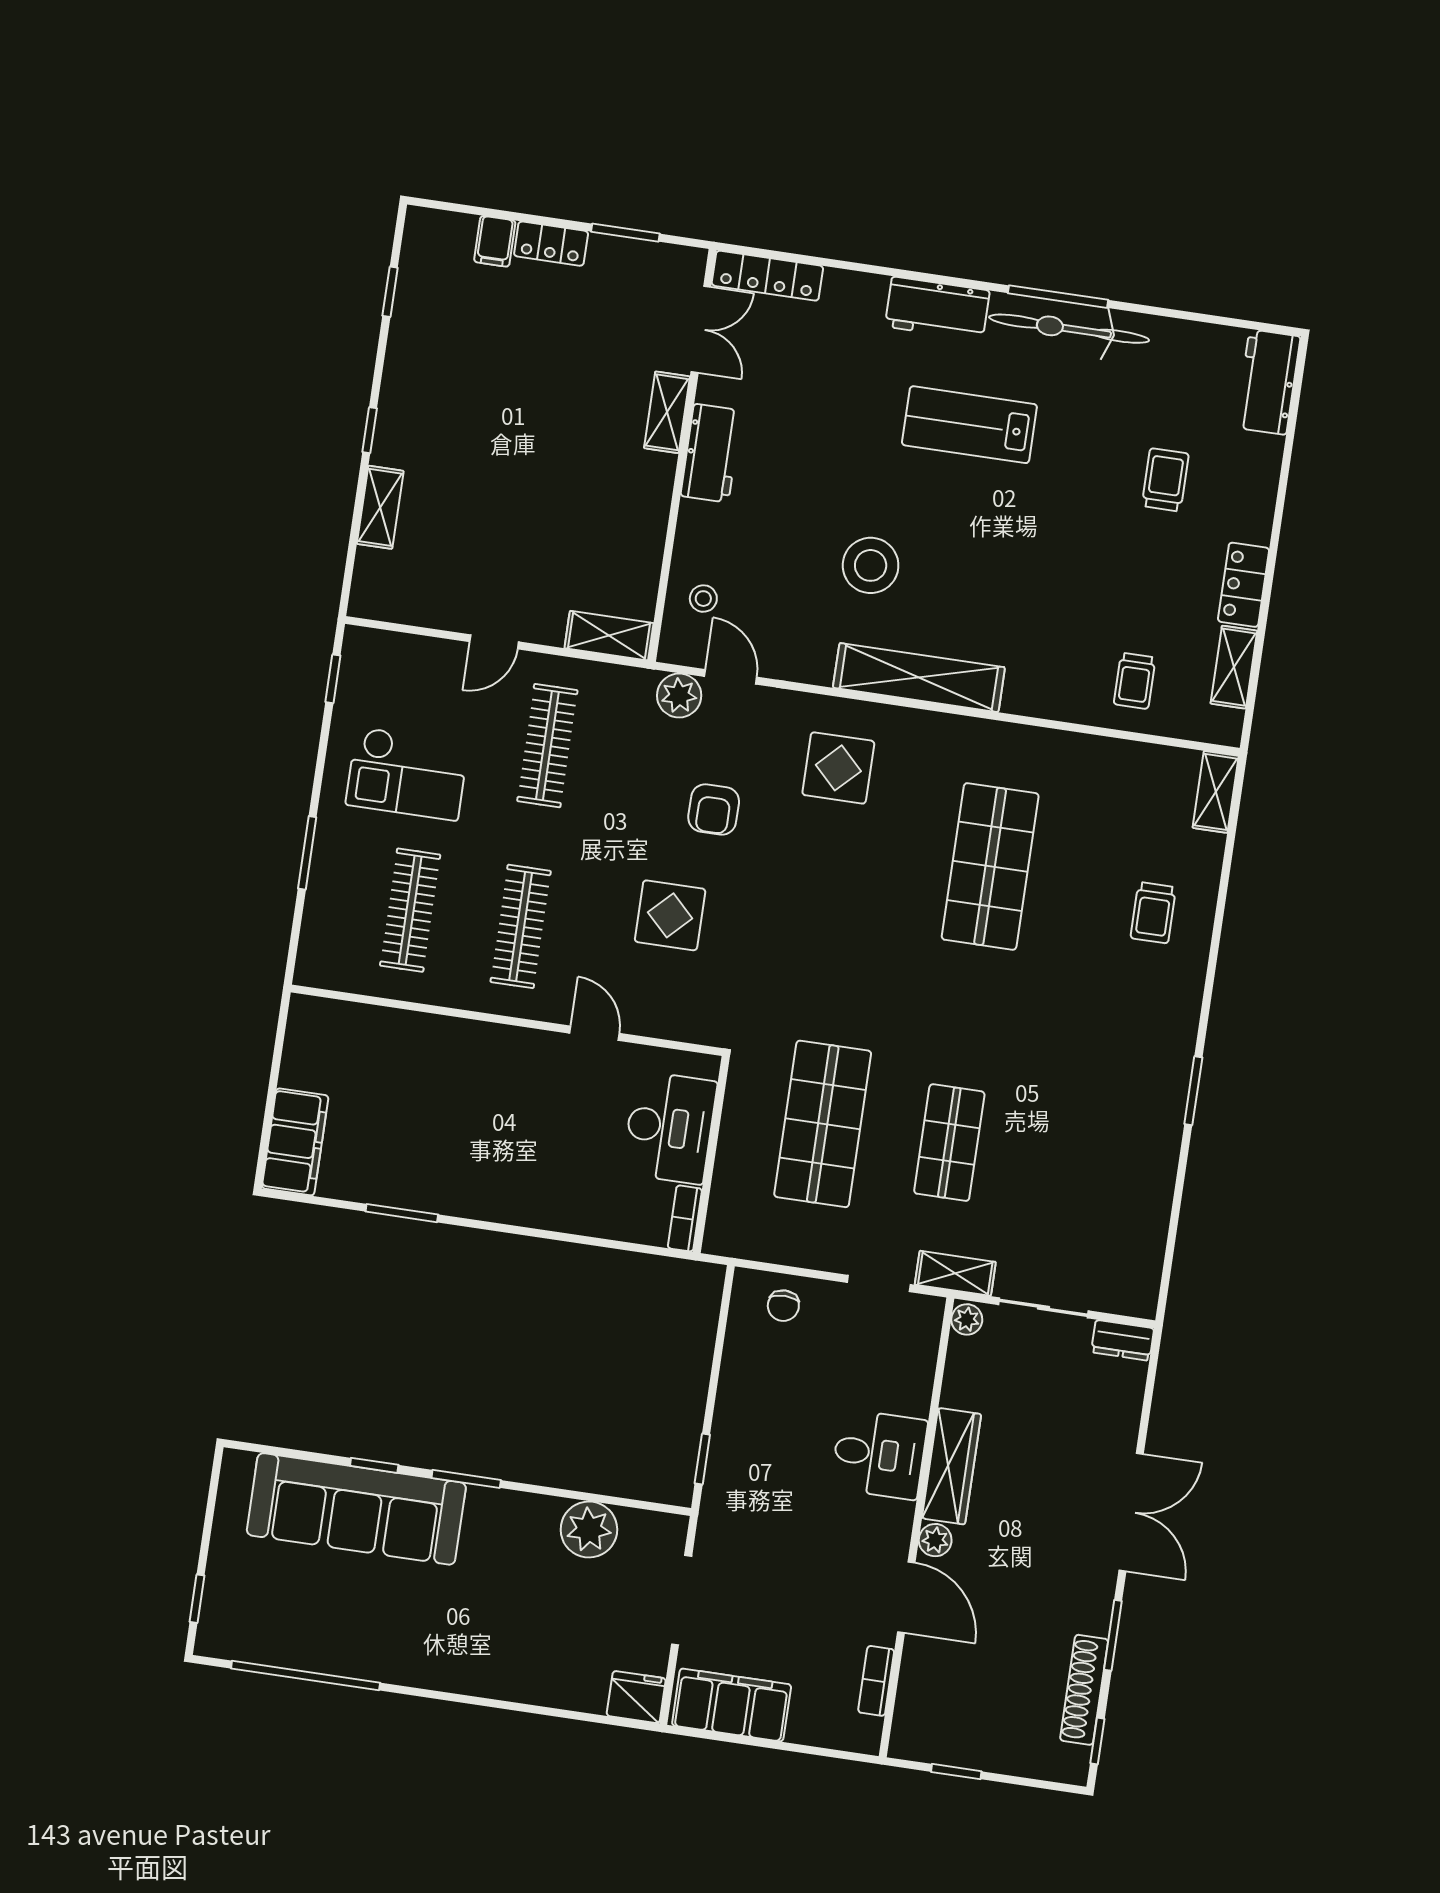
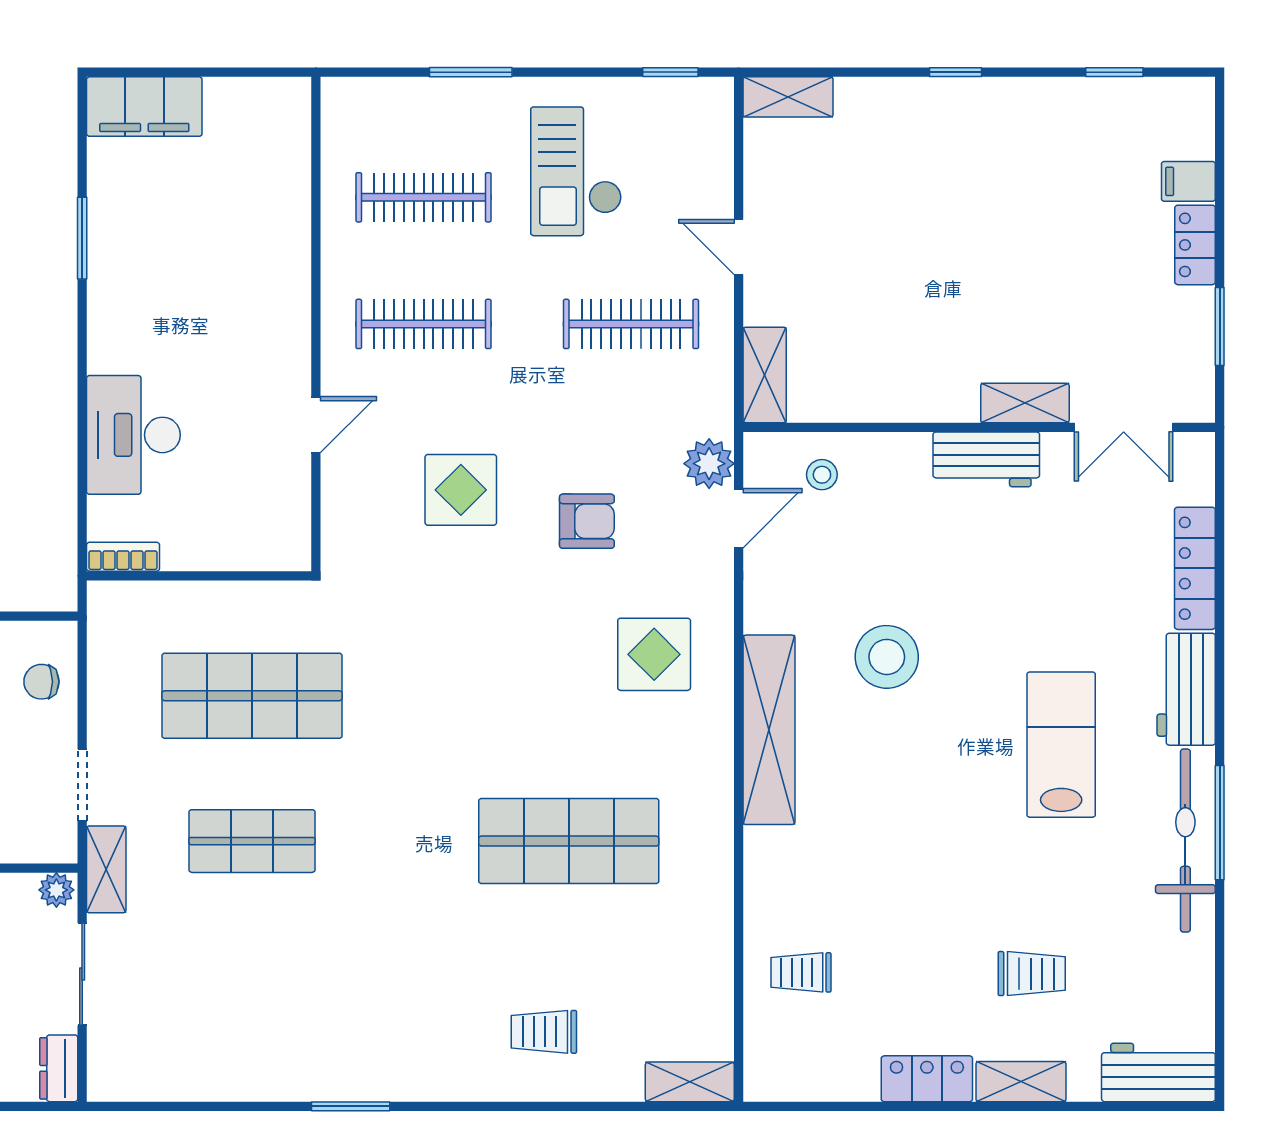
locker: (767, 276) -> (1195, 568), moved
shelving: (380, 507) -> (788, 97), moved
shelving: (1234, 667) -> (1021, 1082), moved
armchair: (714, 809) -> (587, 521), turned 180
desk: (670, 1128) -> (133, 435), moved, turned 90

